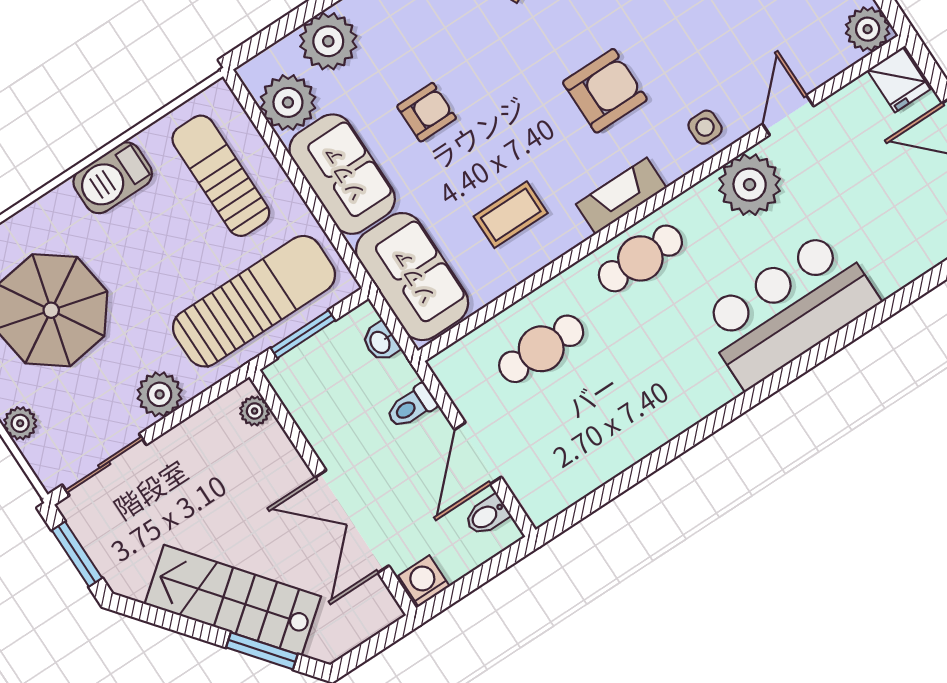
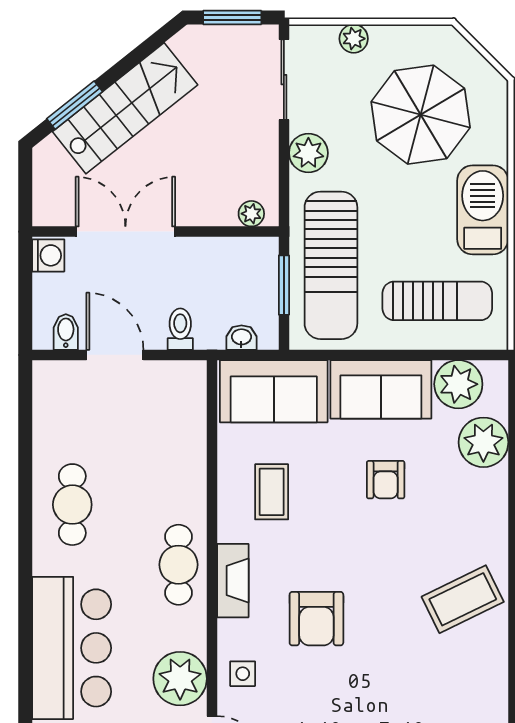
barbecue: (113, 178) -> (483, 210), width x1.37, depth x1.21
cafe table: (541, 349) -> (72, 505), moved

